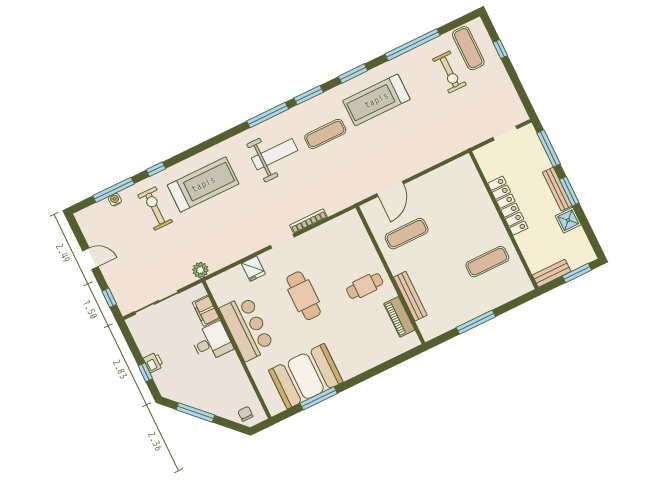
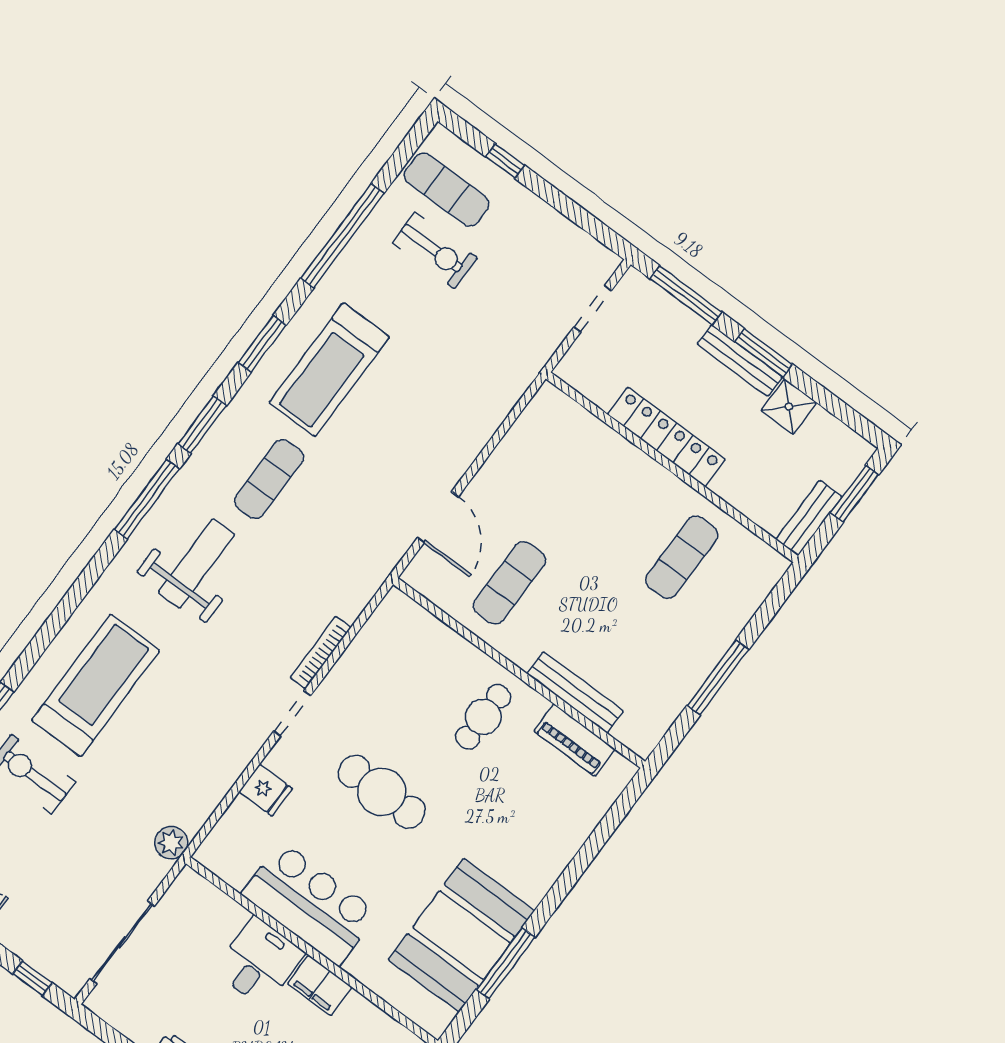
filing cabinet: (206, 311) -> (320, 985), moved

